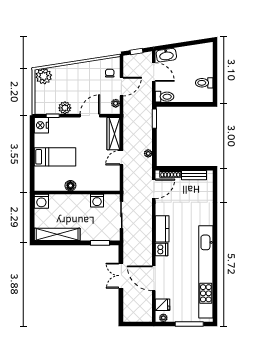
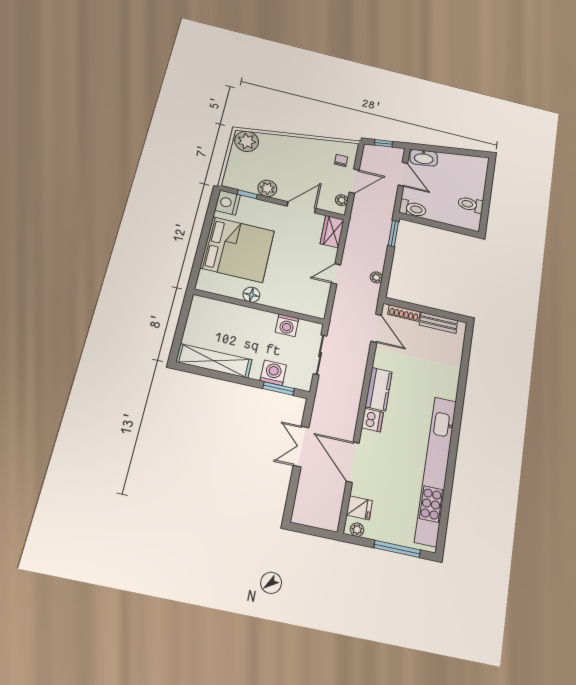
wardrobe: (113, 134) -> (332, 232), width x0.67
bed: (55, 157) -> (237, 249), width x2.04
door: (154, 189) -> (376, 328), hinge flipped
washing machine: (41, 201) -> (273, 373), moved, turned 180

